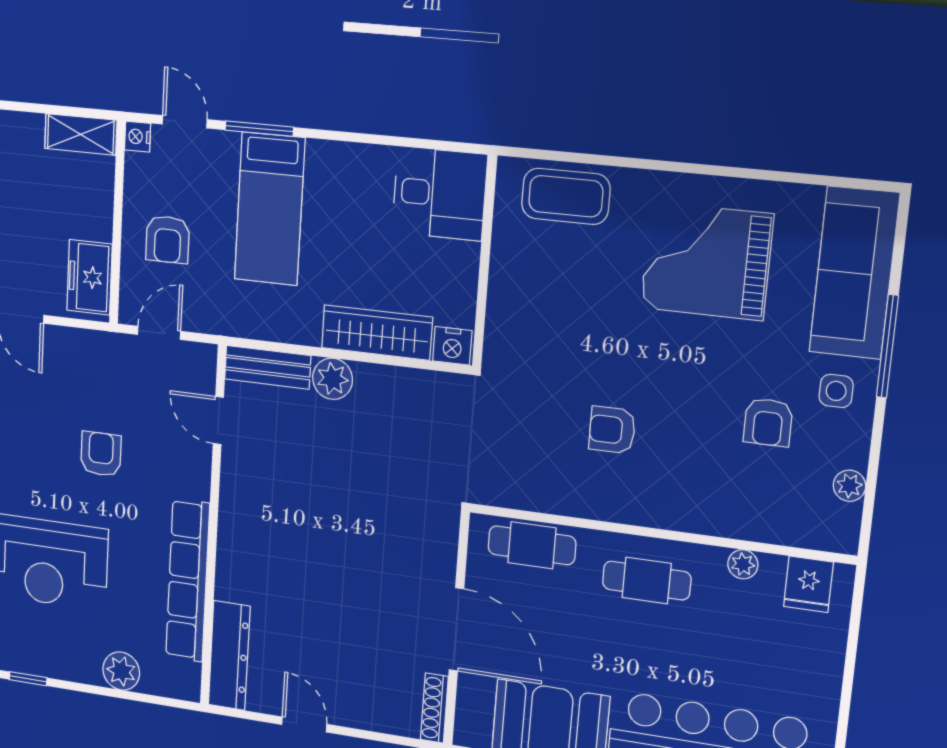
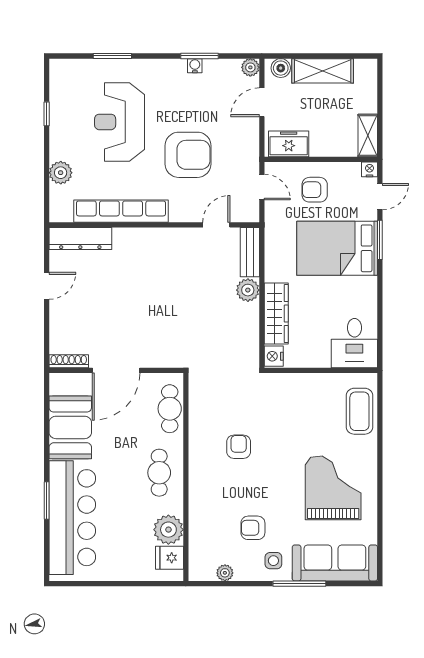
bed: (270, 209) -> (337, 248), width x1.50
armchair: (101, 454) -> (188, 155), width x1.88, depth x1.88
plant: (743, 564) -> (168, 530), width x1.88, depth x1.88

